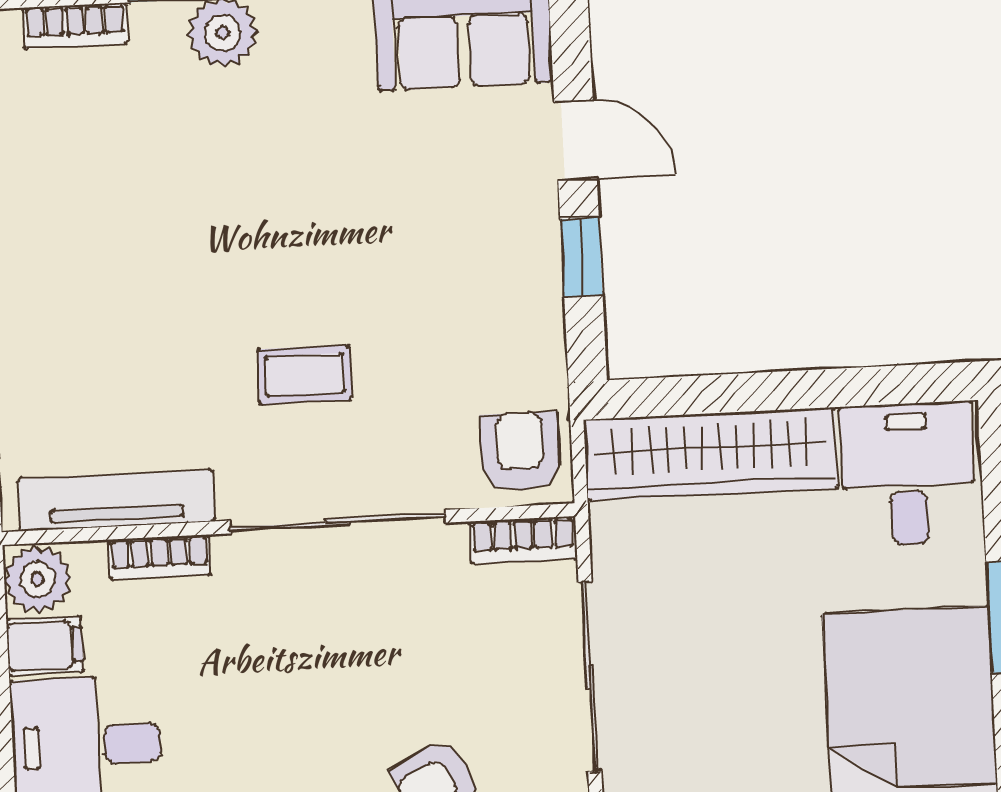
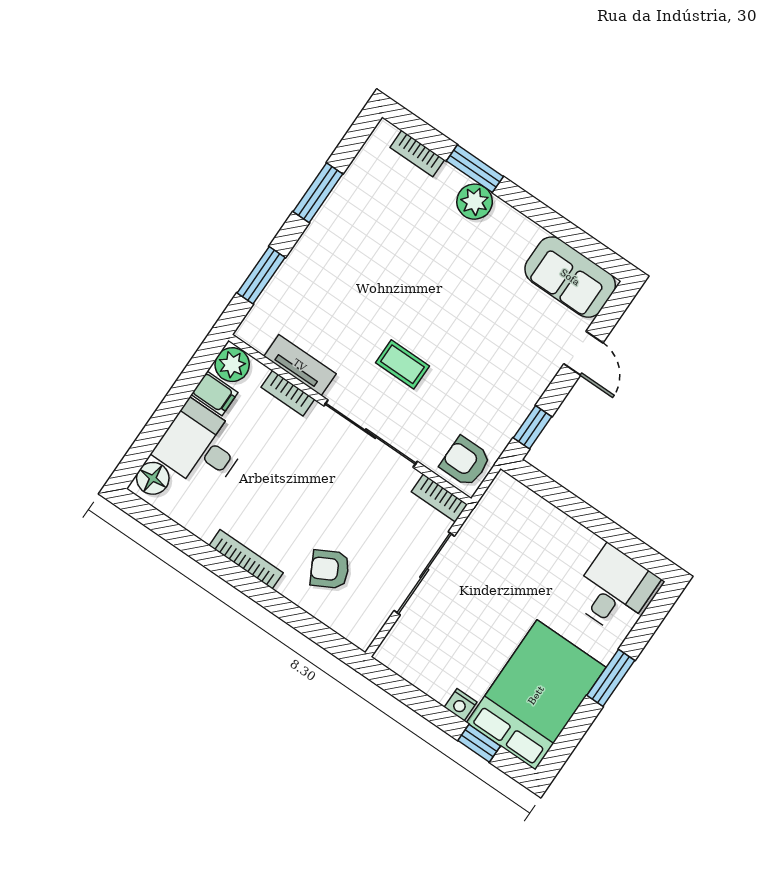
window: (581, 257) -> (532, 427), moved
armchair: (520, 452) -> (465, 462), turned -90
wardrobe: (711, 454) -> (541, 521), removed
tv unit: (117, 500) -> (300, 365), width x0.71

